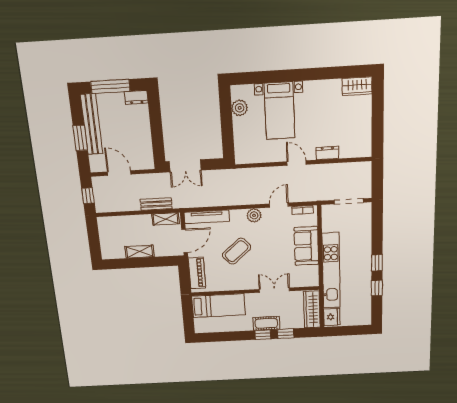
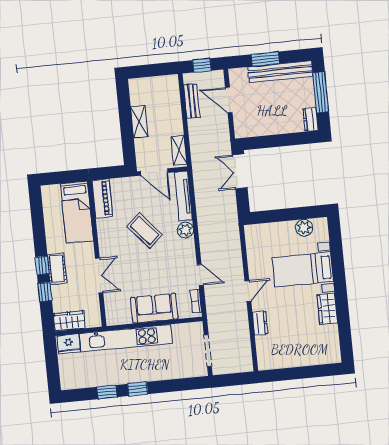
wardrobe: (357, 86) -> (327, 309), moved
door: (119, 173) -> (229, 100), swing flipped
bench: (156, 204) -> (192, 101), moved
plant: (254, 215) -> (185, 230), moved
piano: (197, 273) -> (102, 199), moved, turned -90
wardrobe: (312, 310) -> (69, 321), width x0.67

